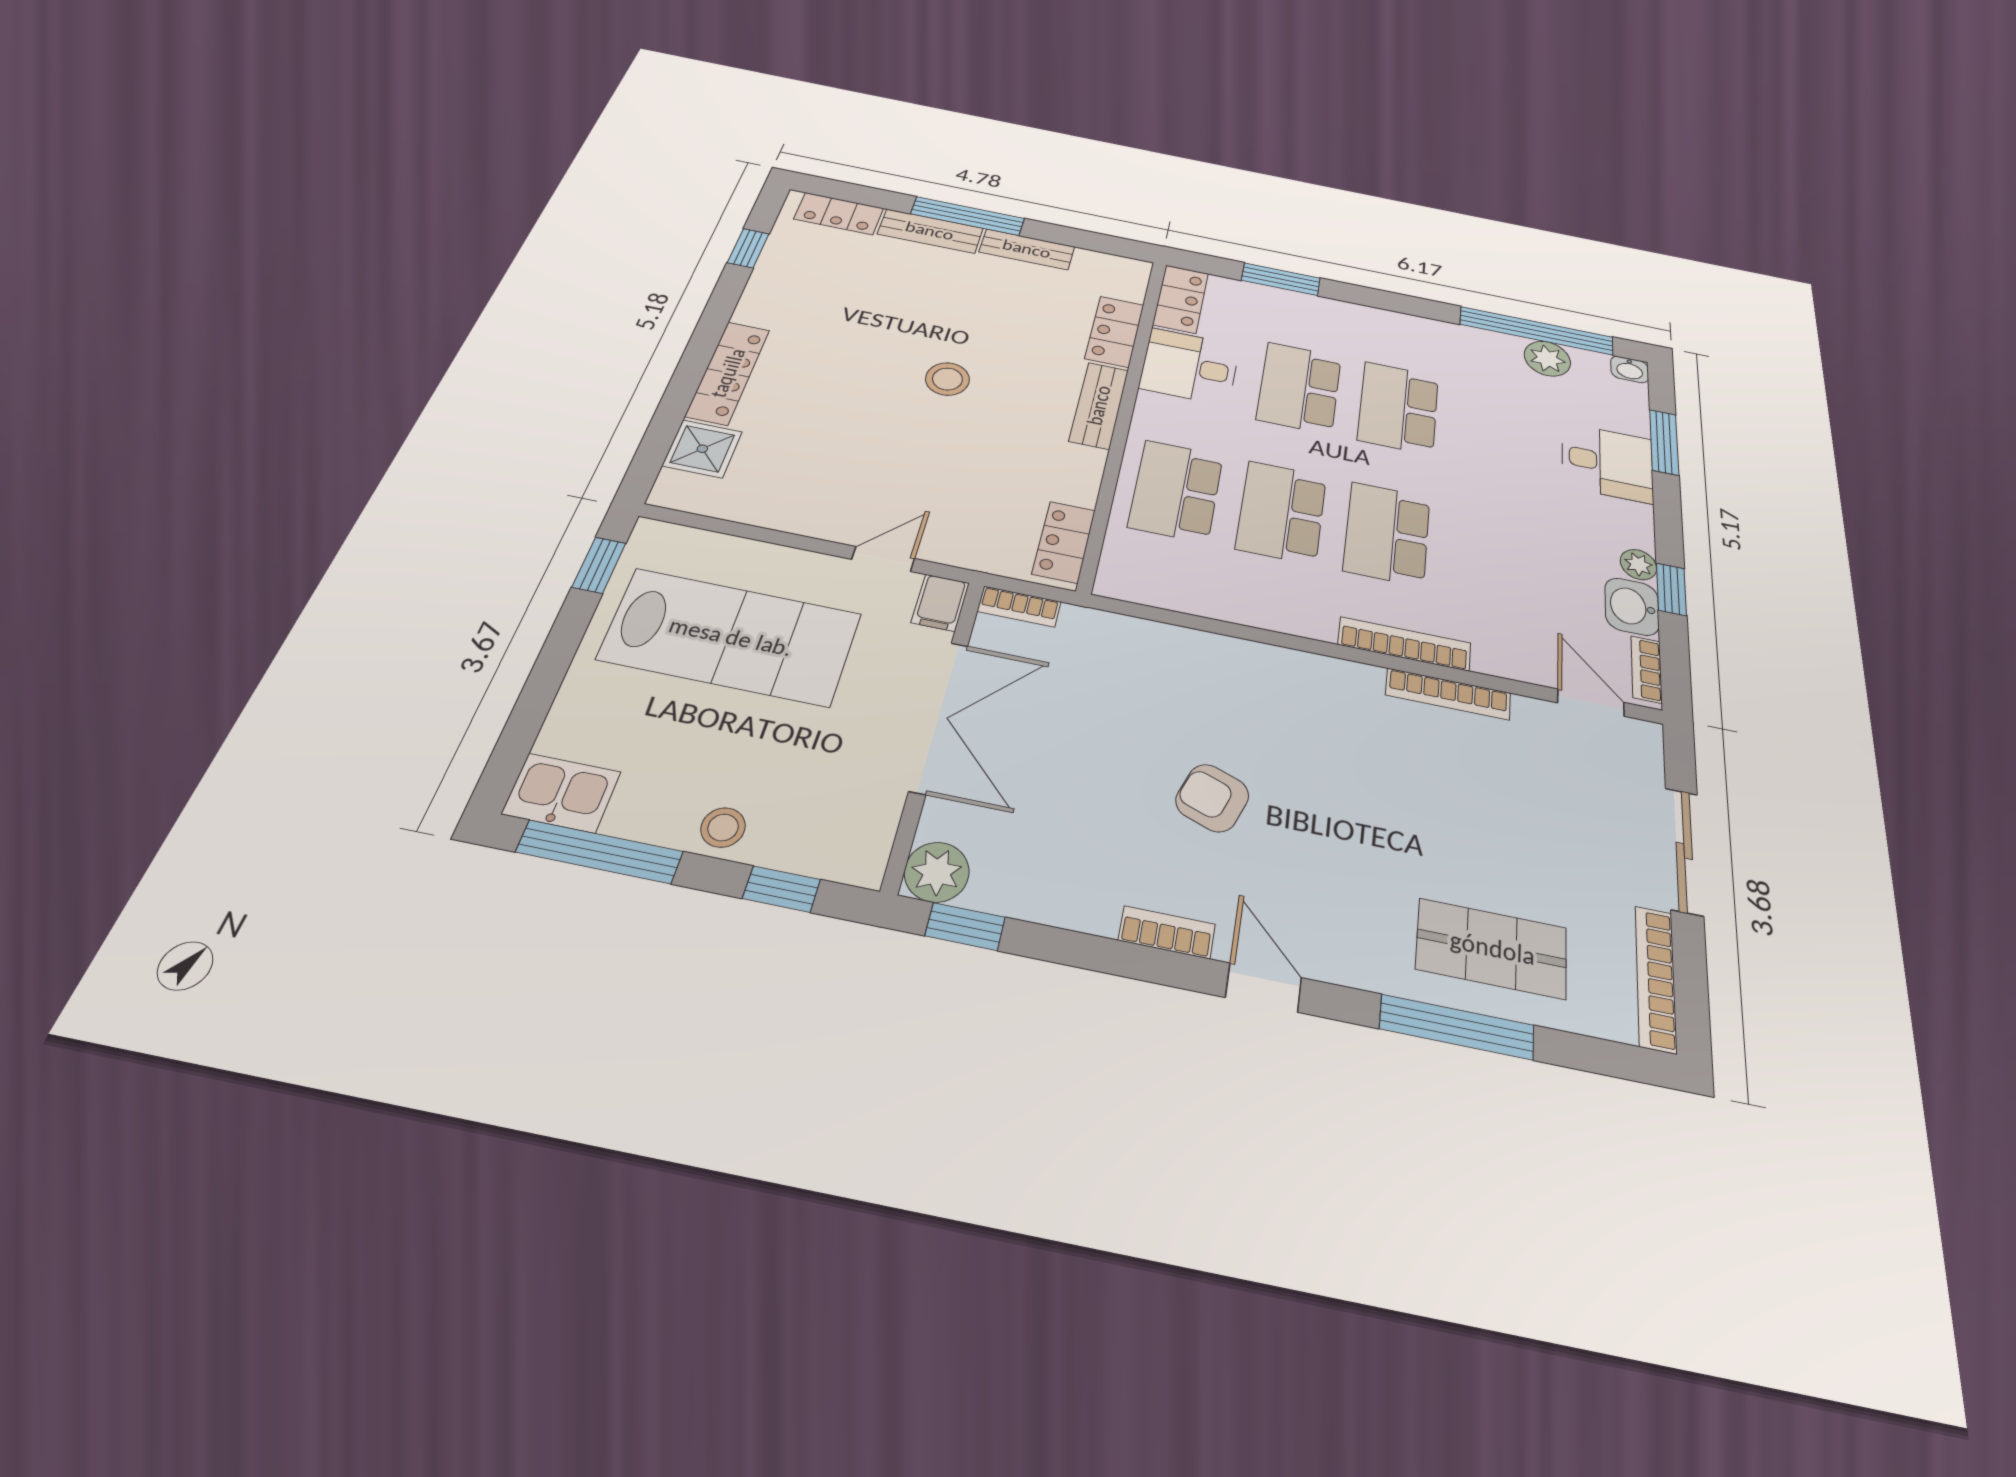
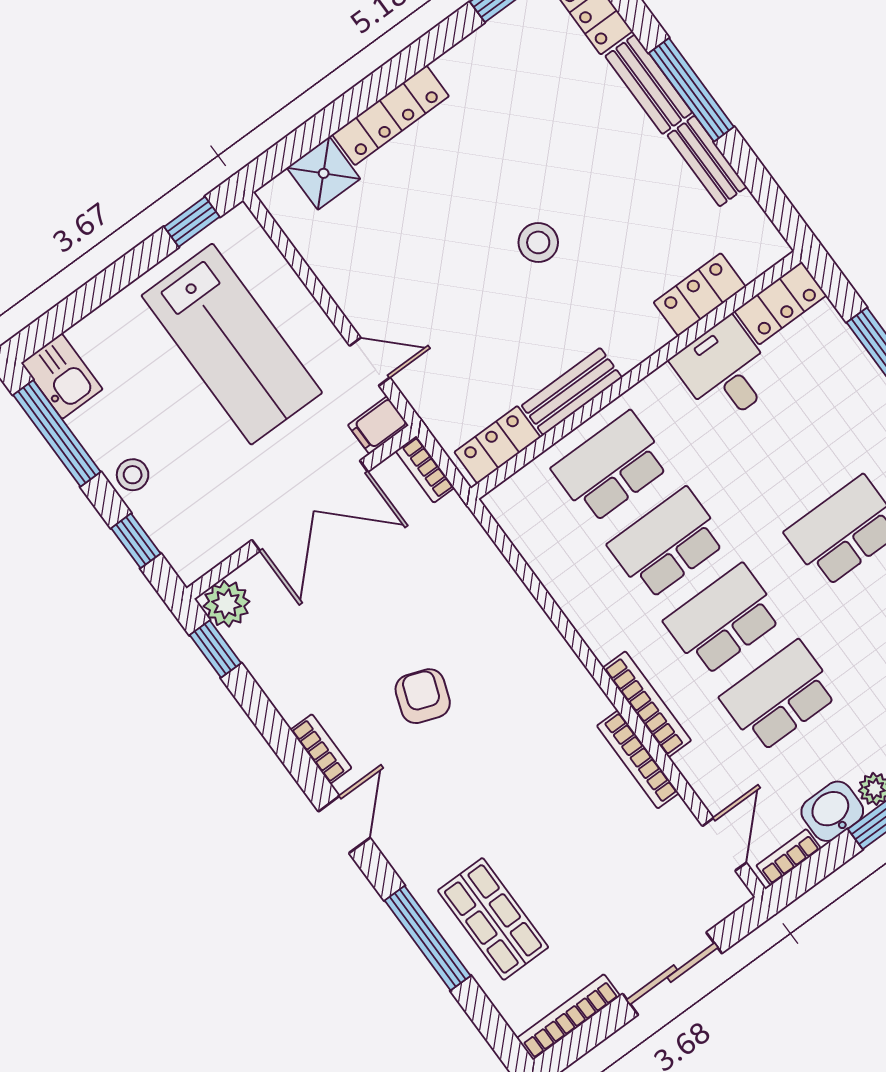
school desk: (1299, 388) -> (779, 696), moved
bench: (1099, 405) -> (572, 391), moved

